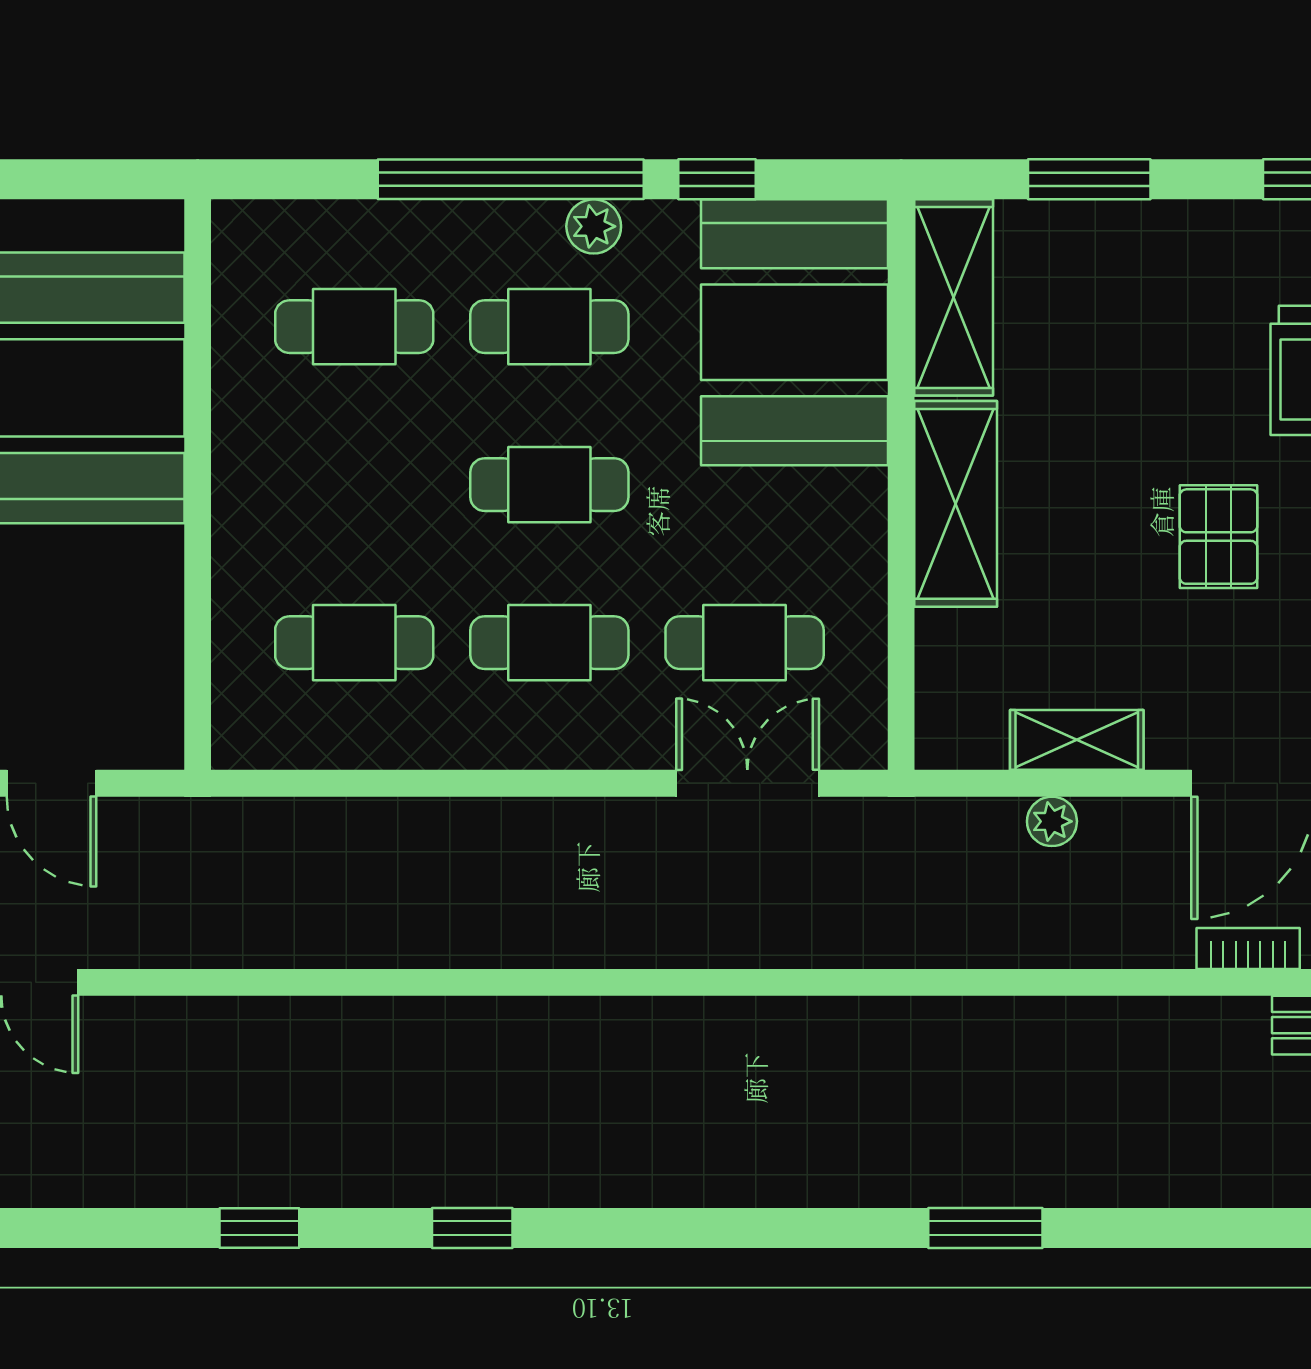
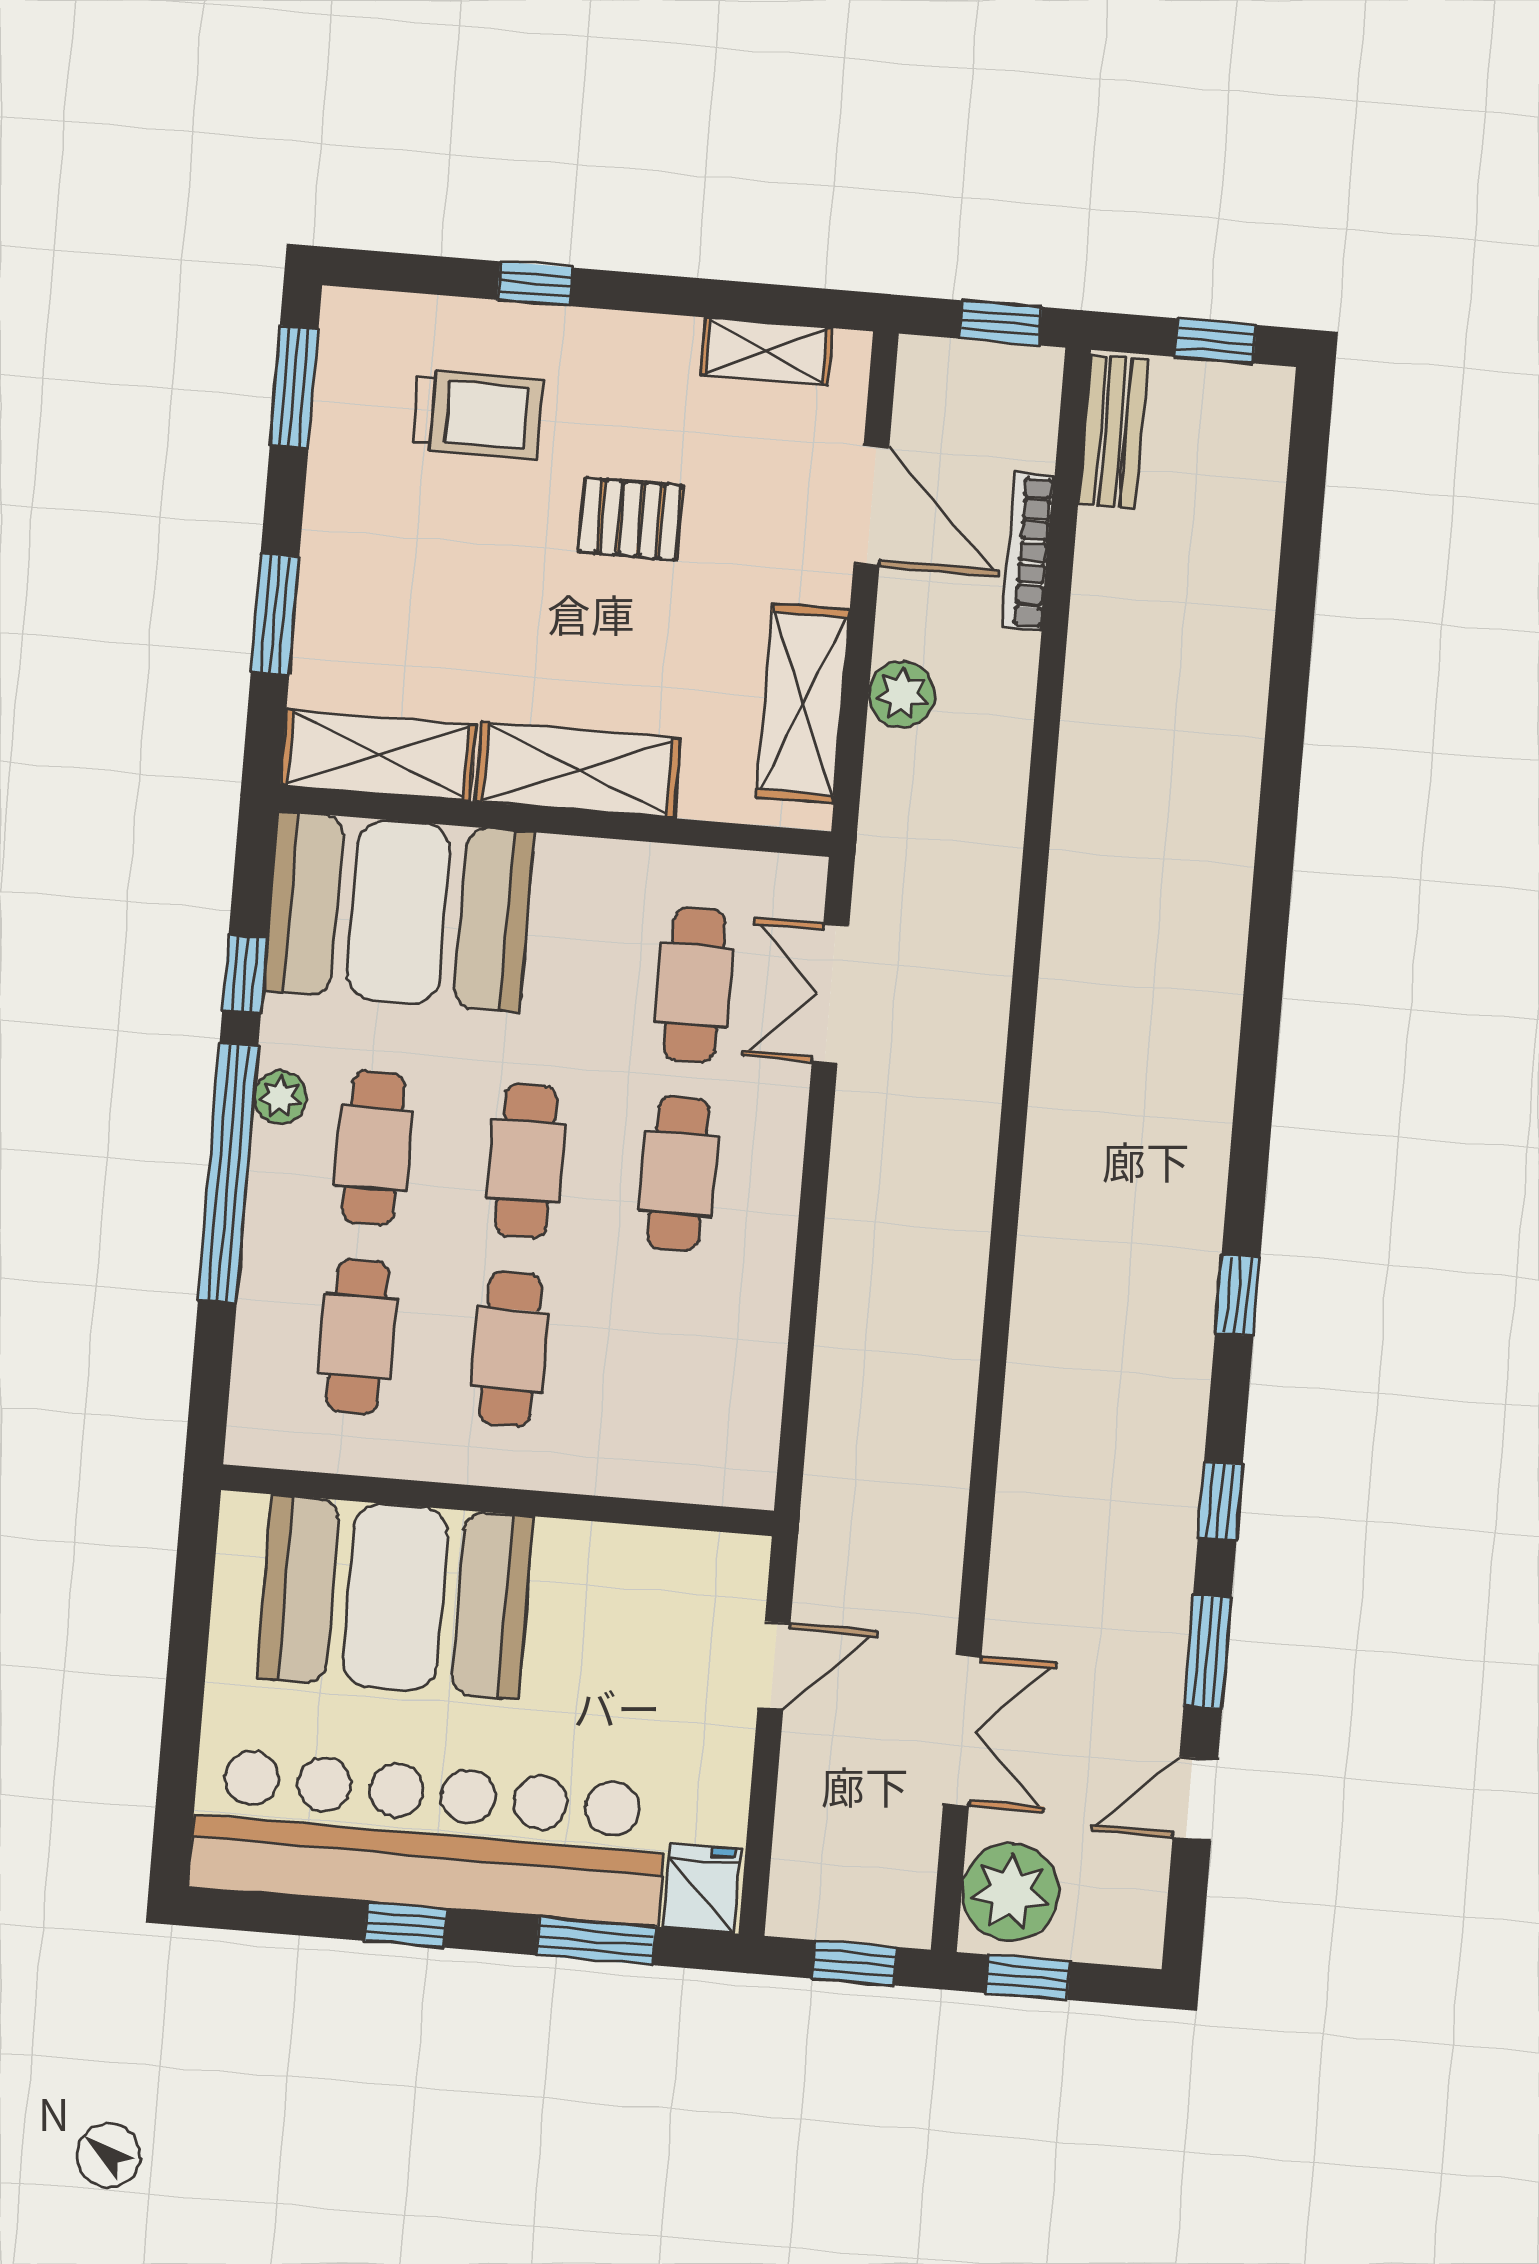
cafe table: (354, 643) -> (510, 1349), moved
shelving: (1077, 740) -> (803, 704), width x1.50, depth x1.33
plant: (1052, 821) -> (902, 695), width x1.38, depth x1.38
bookcase: (1248, 948) -> (1028, 552), width x1.56
window: (985, 1228) -> (1208, 1652), moved

